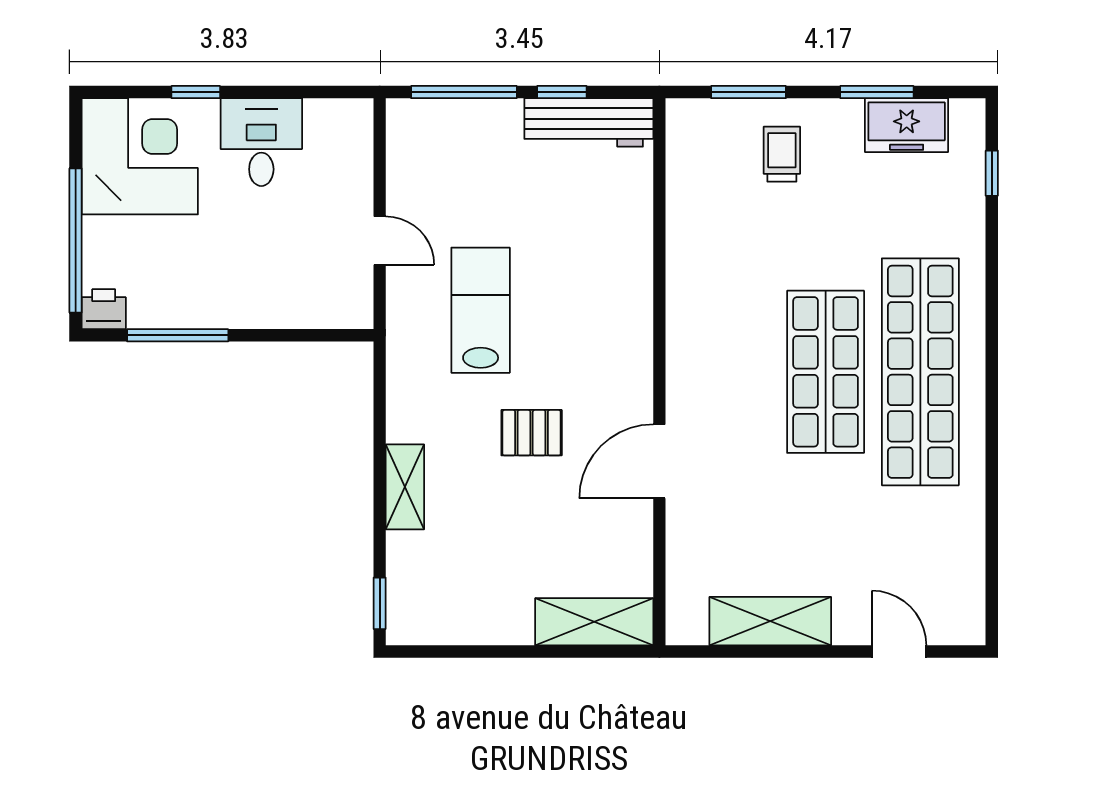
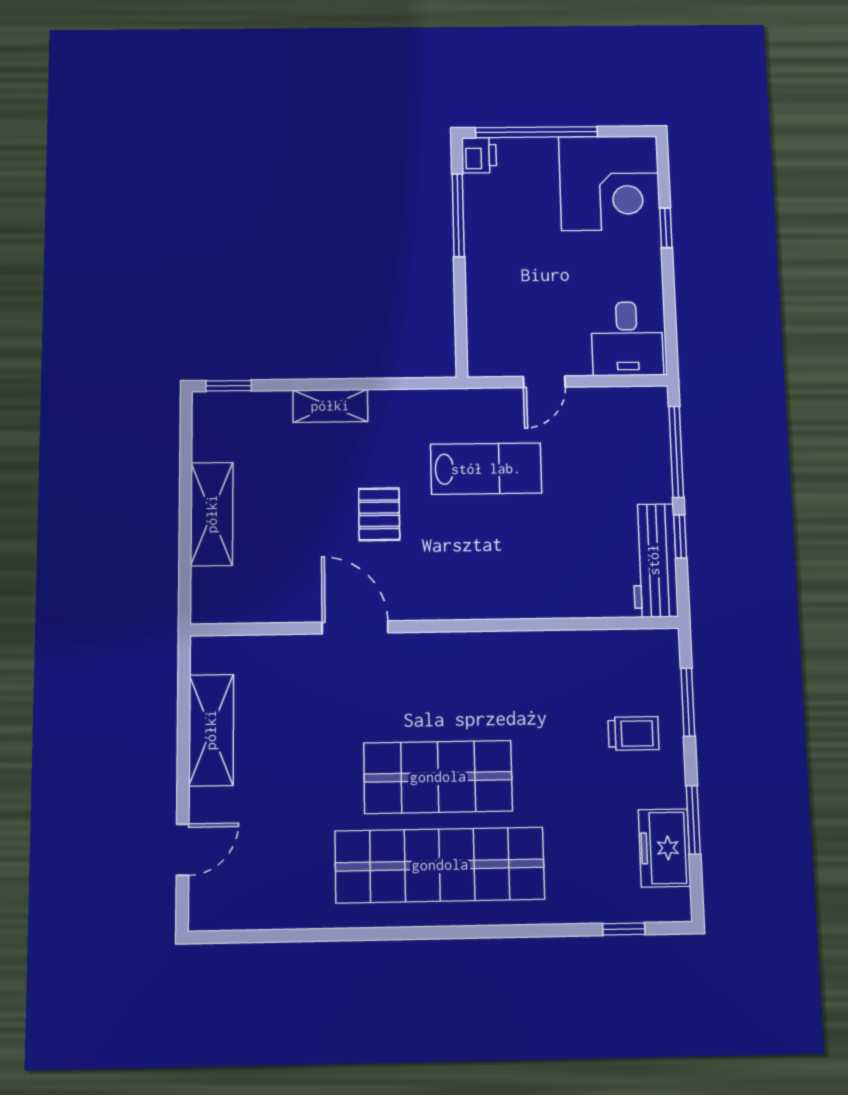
desk: (261, 142) -> (627, 339), moved, turned 90
shelving: (594, 622) -> (212, 514), moved

